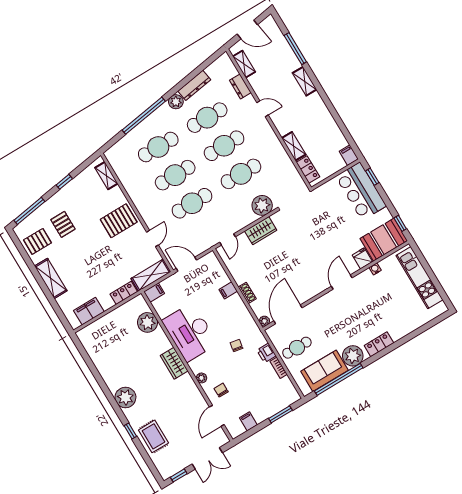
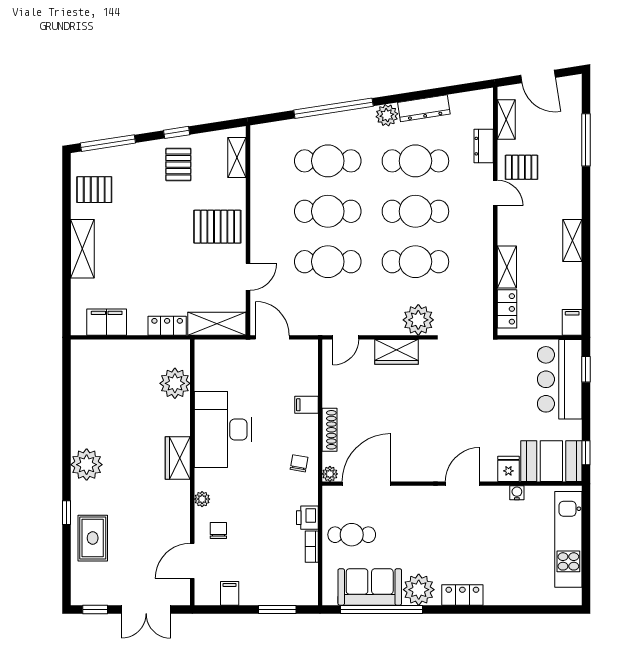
shelving: (305, 81) -> (572, 241), moved
pallet: (269, 86) -> (522, 167), added
pallet: (63, 224) -> (178, 165), moved
filing cabinet: (154, 293) -> (207, 349), removed
shoe rack: (247, 293) -> (329, 430), width x1.43
chair: (236, 345) -> (299, 463), moved

